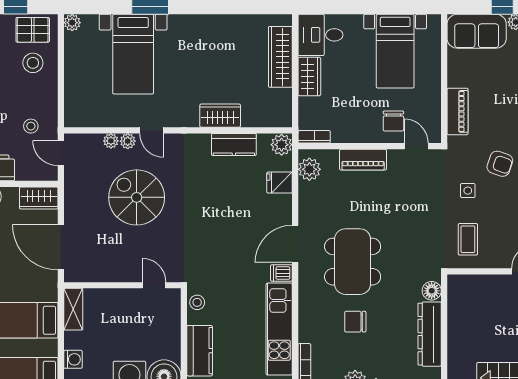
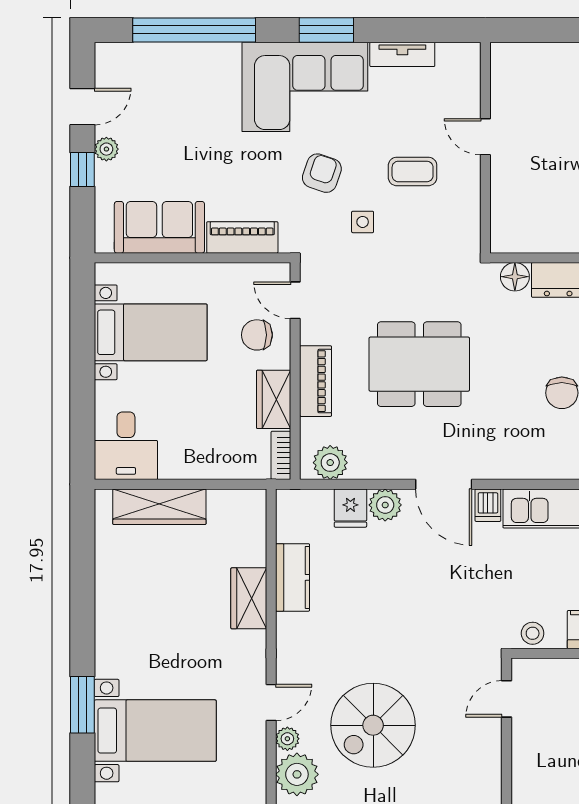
sofa: (477, 31) -> (159, 227), moved, turned -90
wardrobe: (309, 76) -> (274, 399), moved, turned -90
chair: (393, 121) -> (257, 335), turned 180
plant: (111, 141) -> (297, 774), width x1.88, depth x1.88
plant: (282, 145) -> (385, 505), moved
door: (416, 146) -> (295, 300), hinge flipped
coffee table: (468, 239) -> (413, 171), moved
dining table: (353, 262) -> (419, 364), moved

